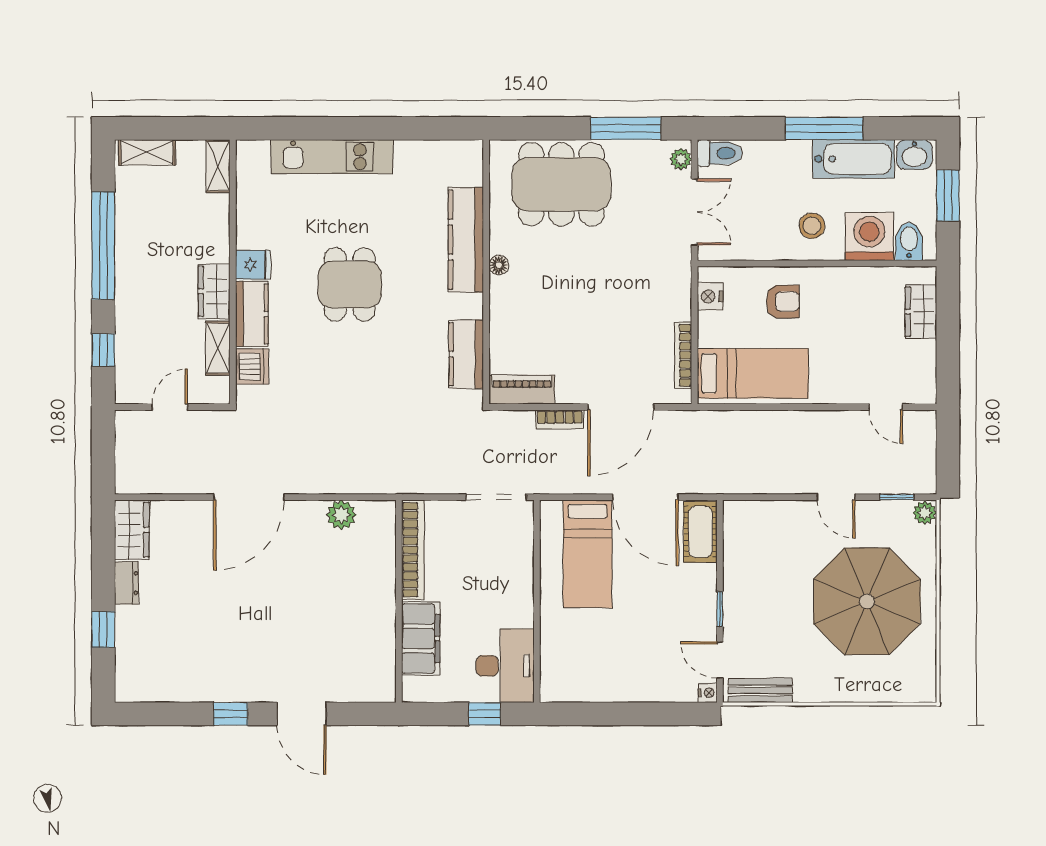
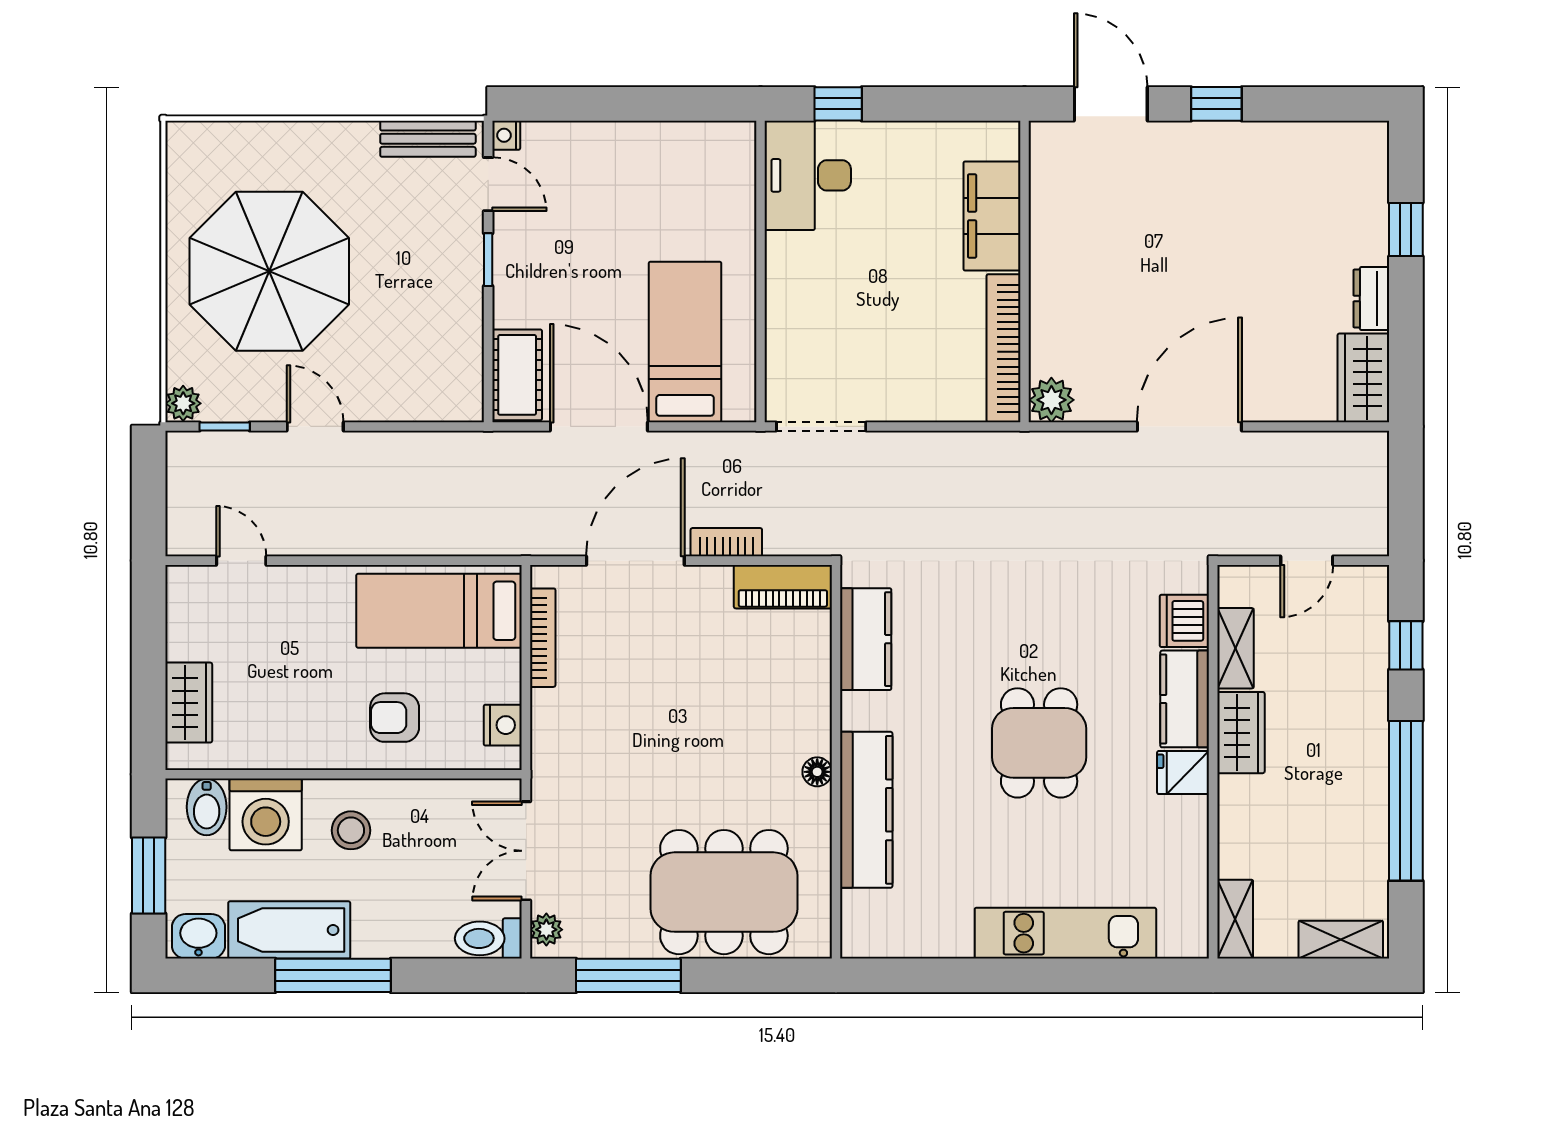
bookcase: (413, 550) -> (1004, 348), moved
wall: (399, 601) -> (1025, 271), moved
filing cabinet: (421, 639) -> (992, 216), moved

